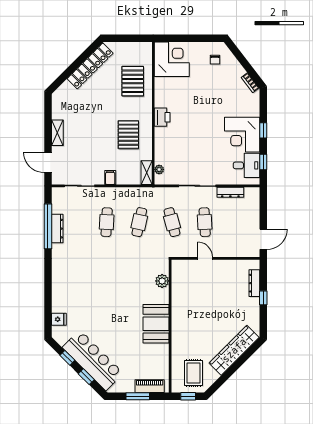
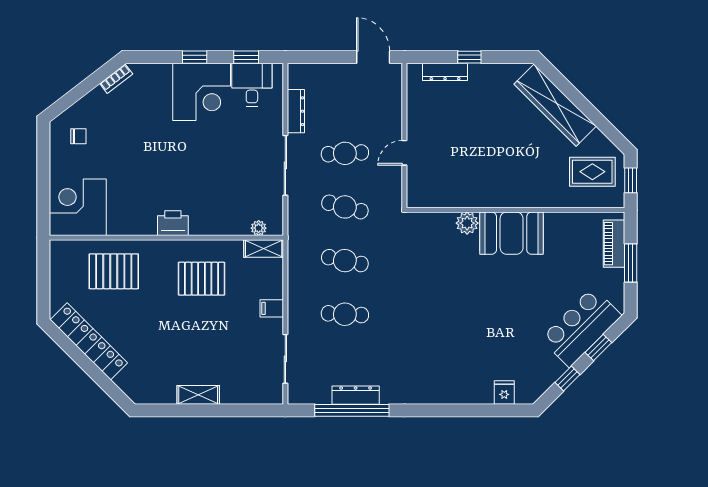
door: (48, 162) -> (247, 410), removed
cafe table: (172, 222) -> (345, 207), turned 30
plant: (162, 281) -> (467, 223), moved
bar counter: (93, 360) -> (581, 327), width x0.73

